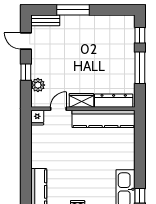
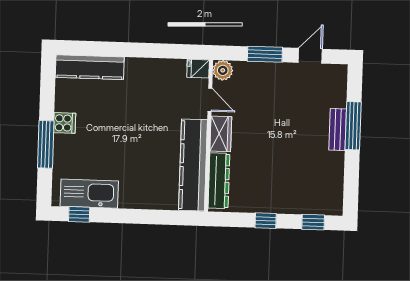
bench: (45, 20) -> (338, 129), moved
window: (140, 68) -> (266, 221), width x0.46
window: (26, 72) -> (265, 54), width x1.50
plant: (38, 85) -> (223, 70), moved

